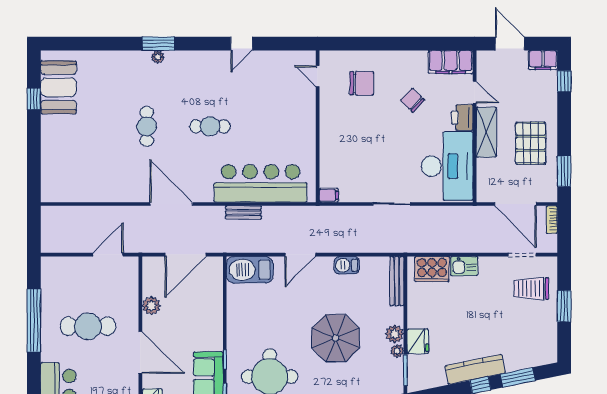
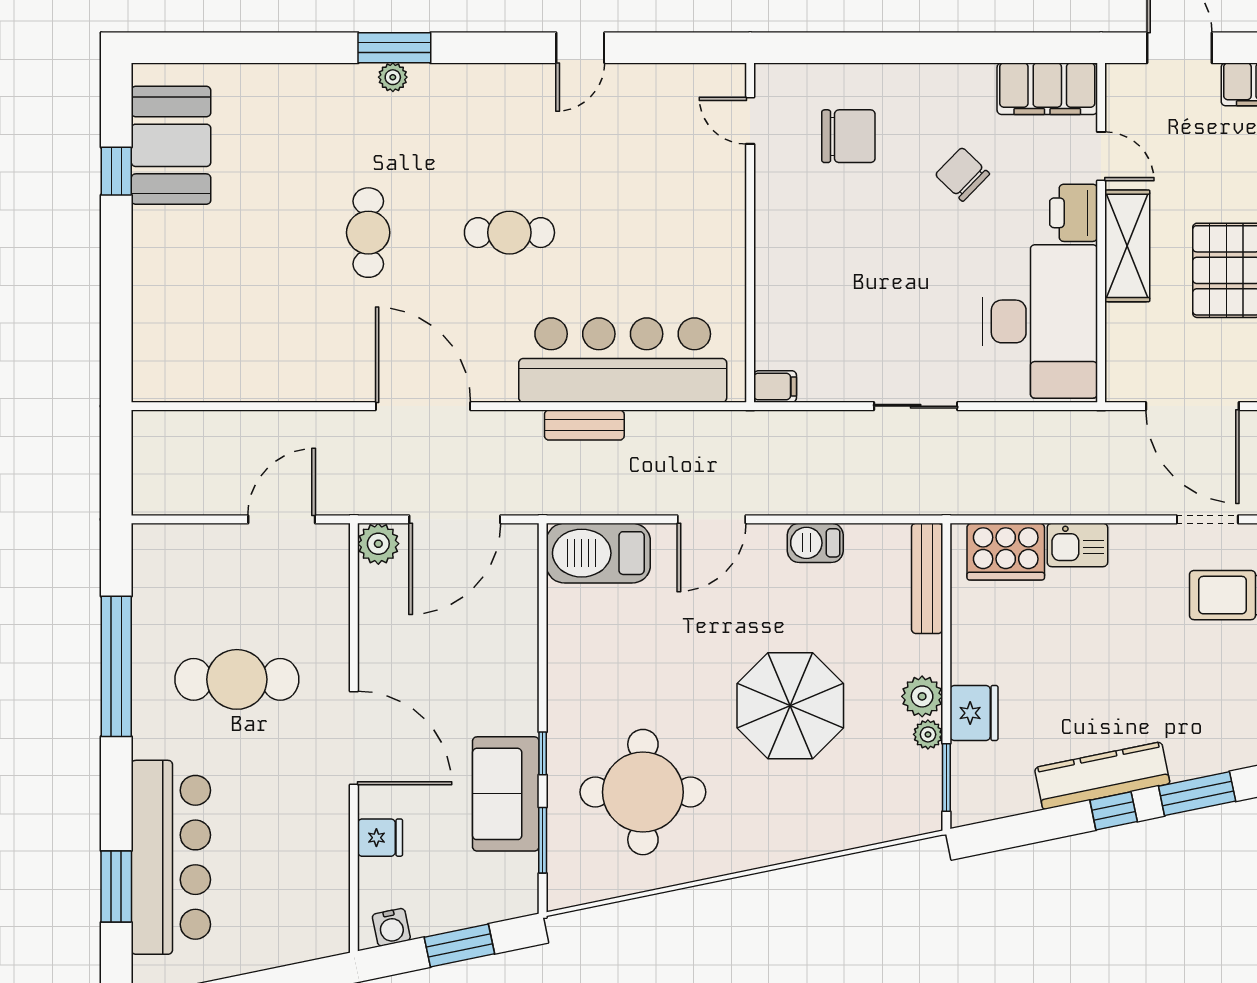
plant: (151, 306) -> (378, 544), moved

